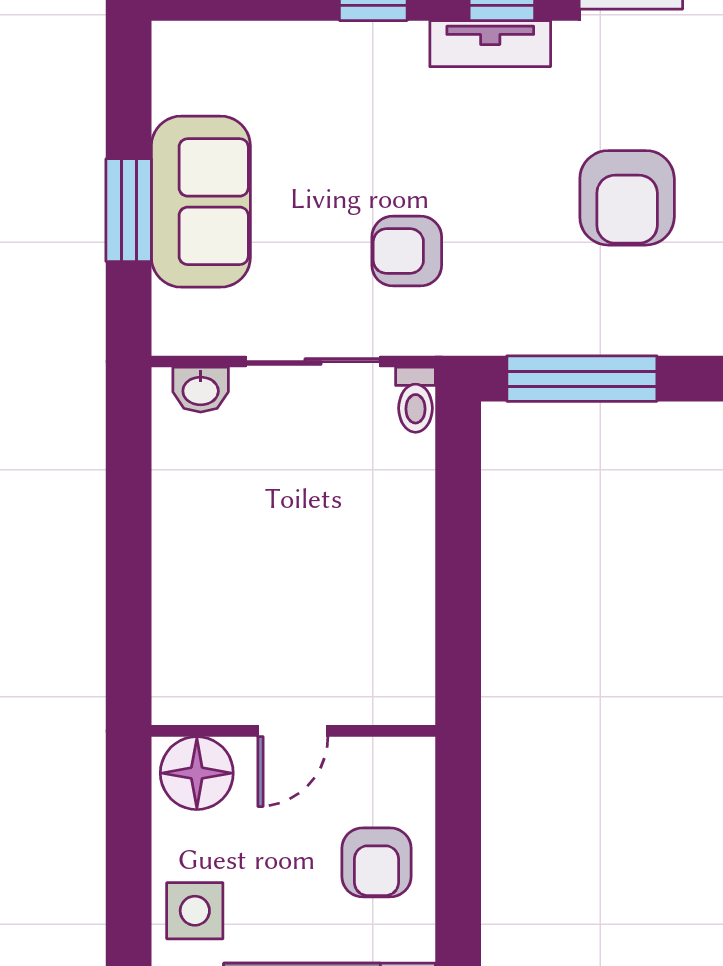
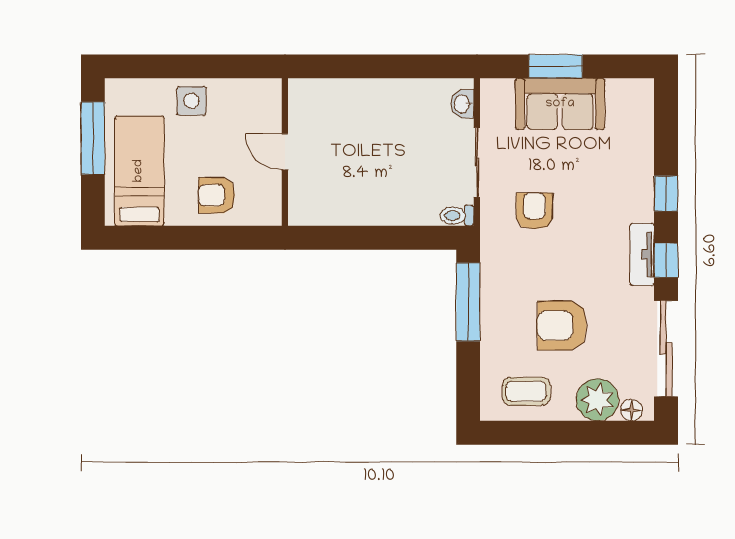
floor lamp: (197, 773) -> (263, 102), removed

